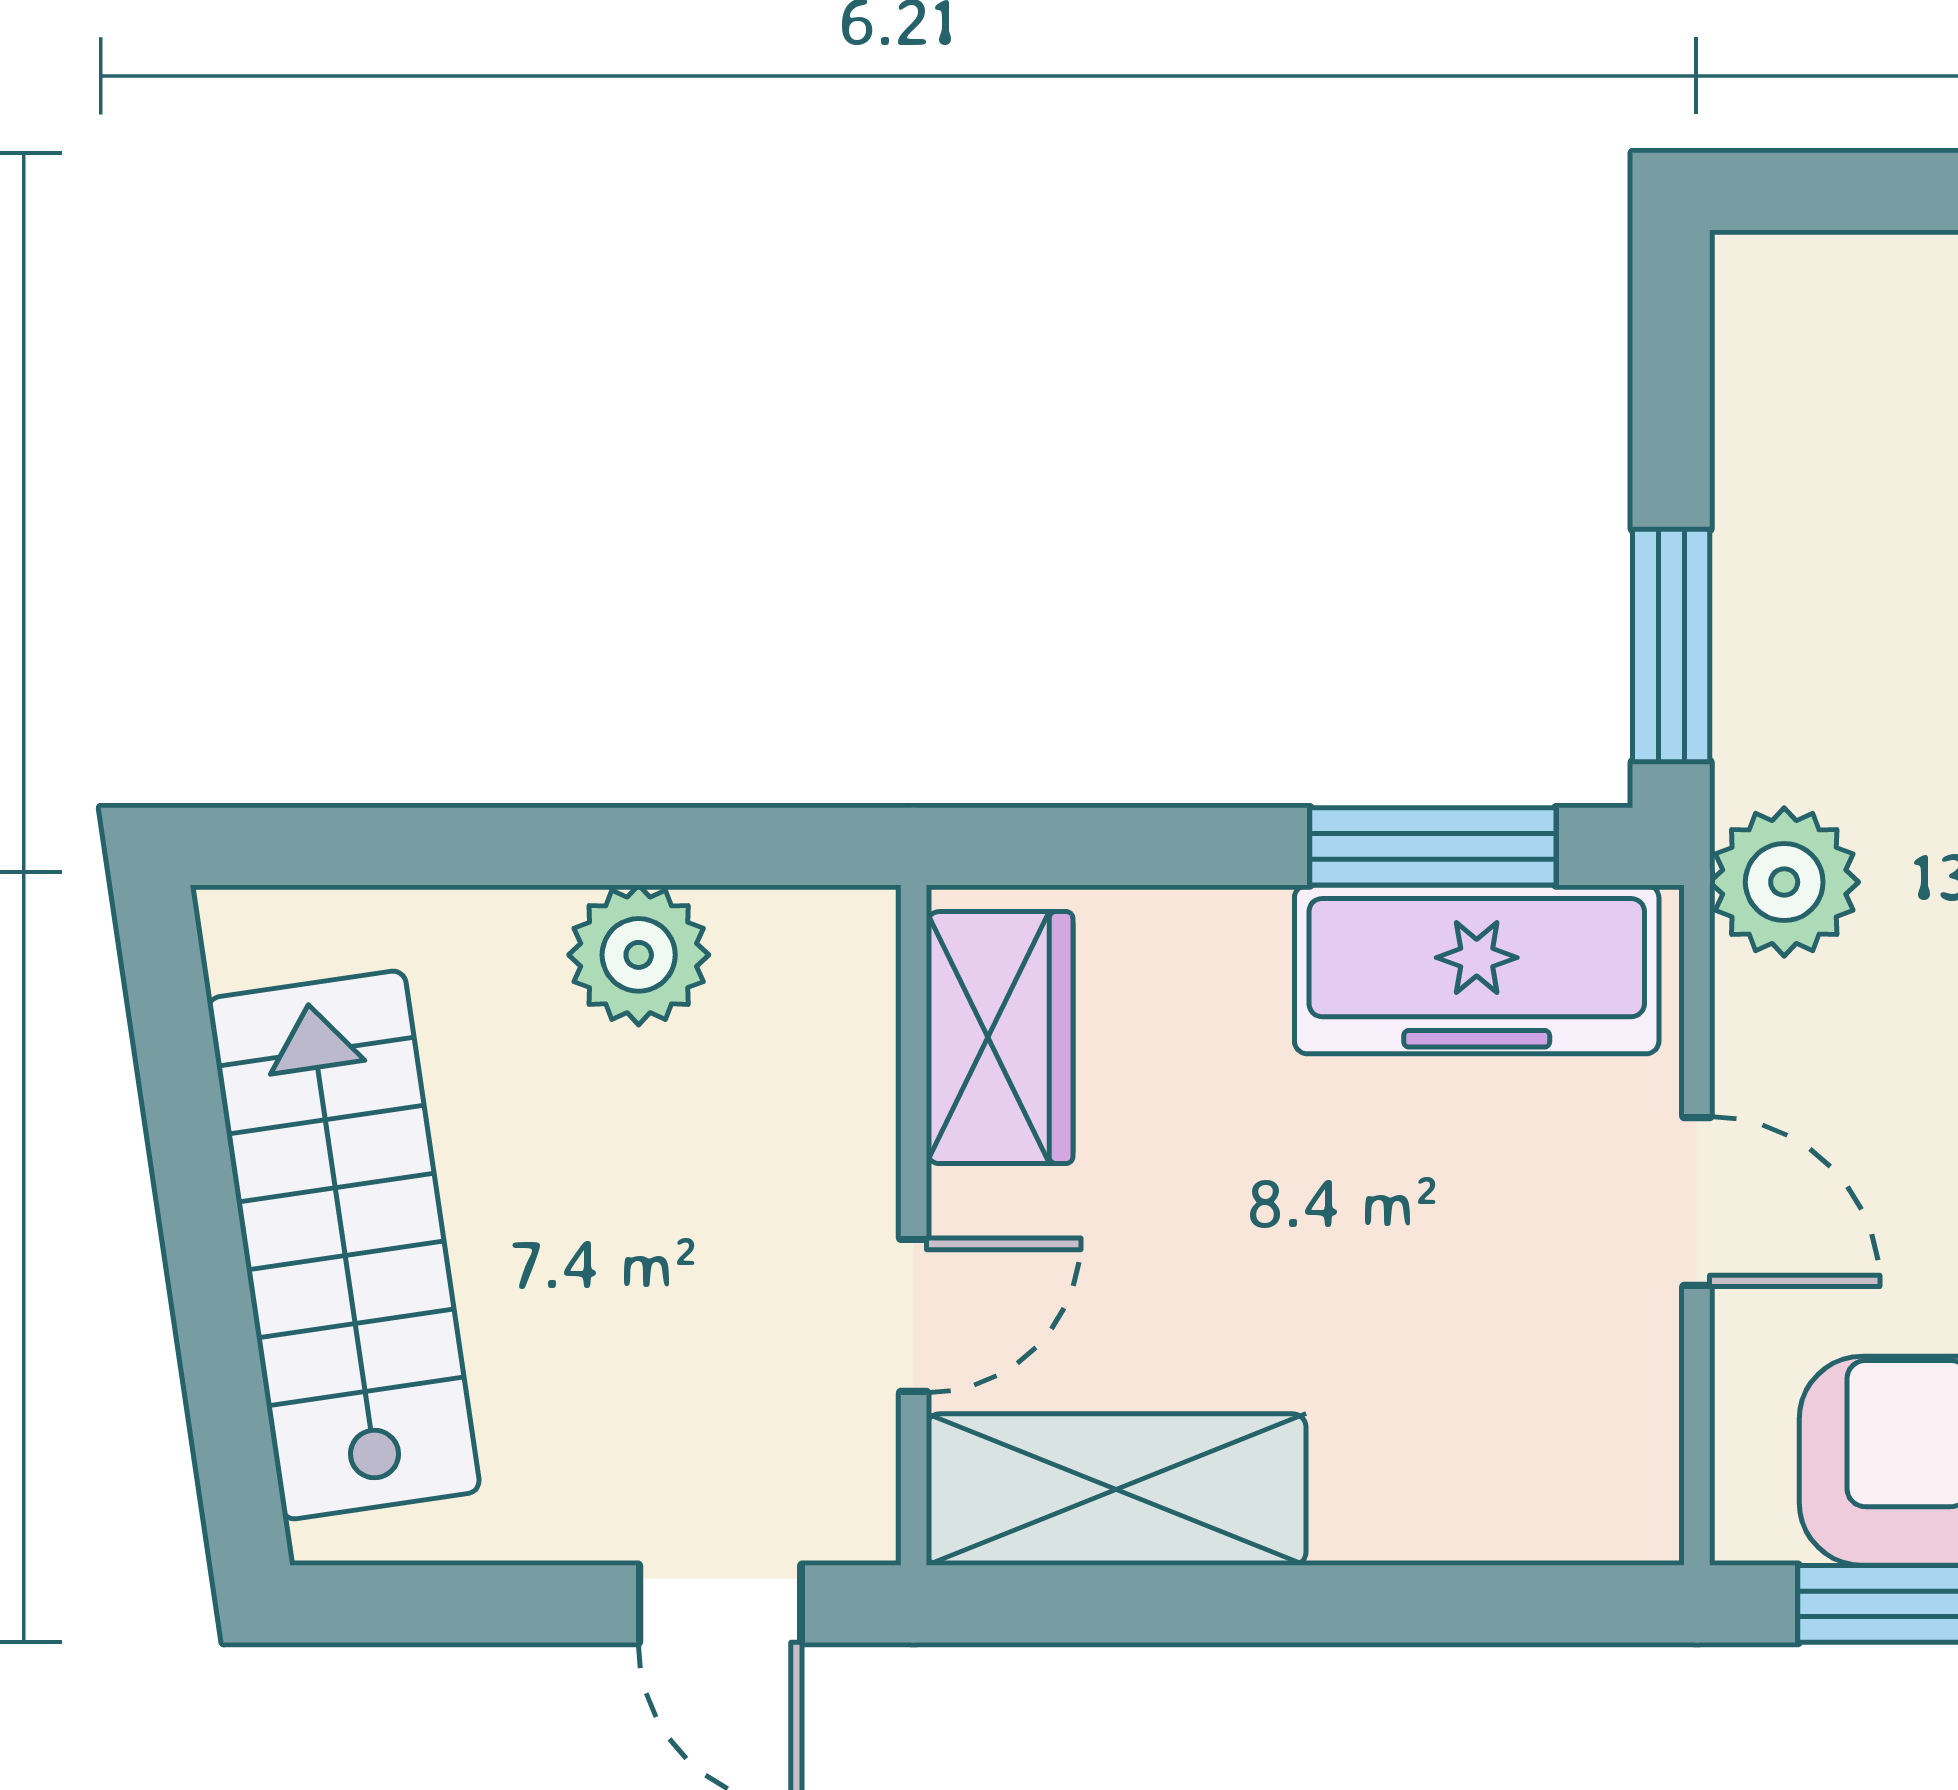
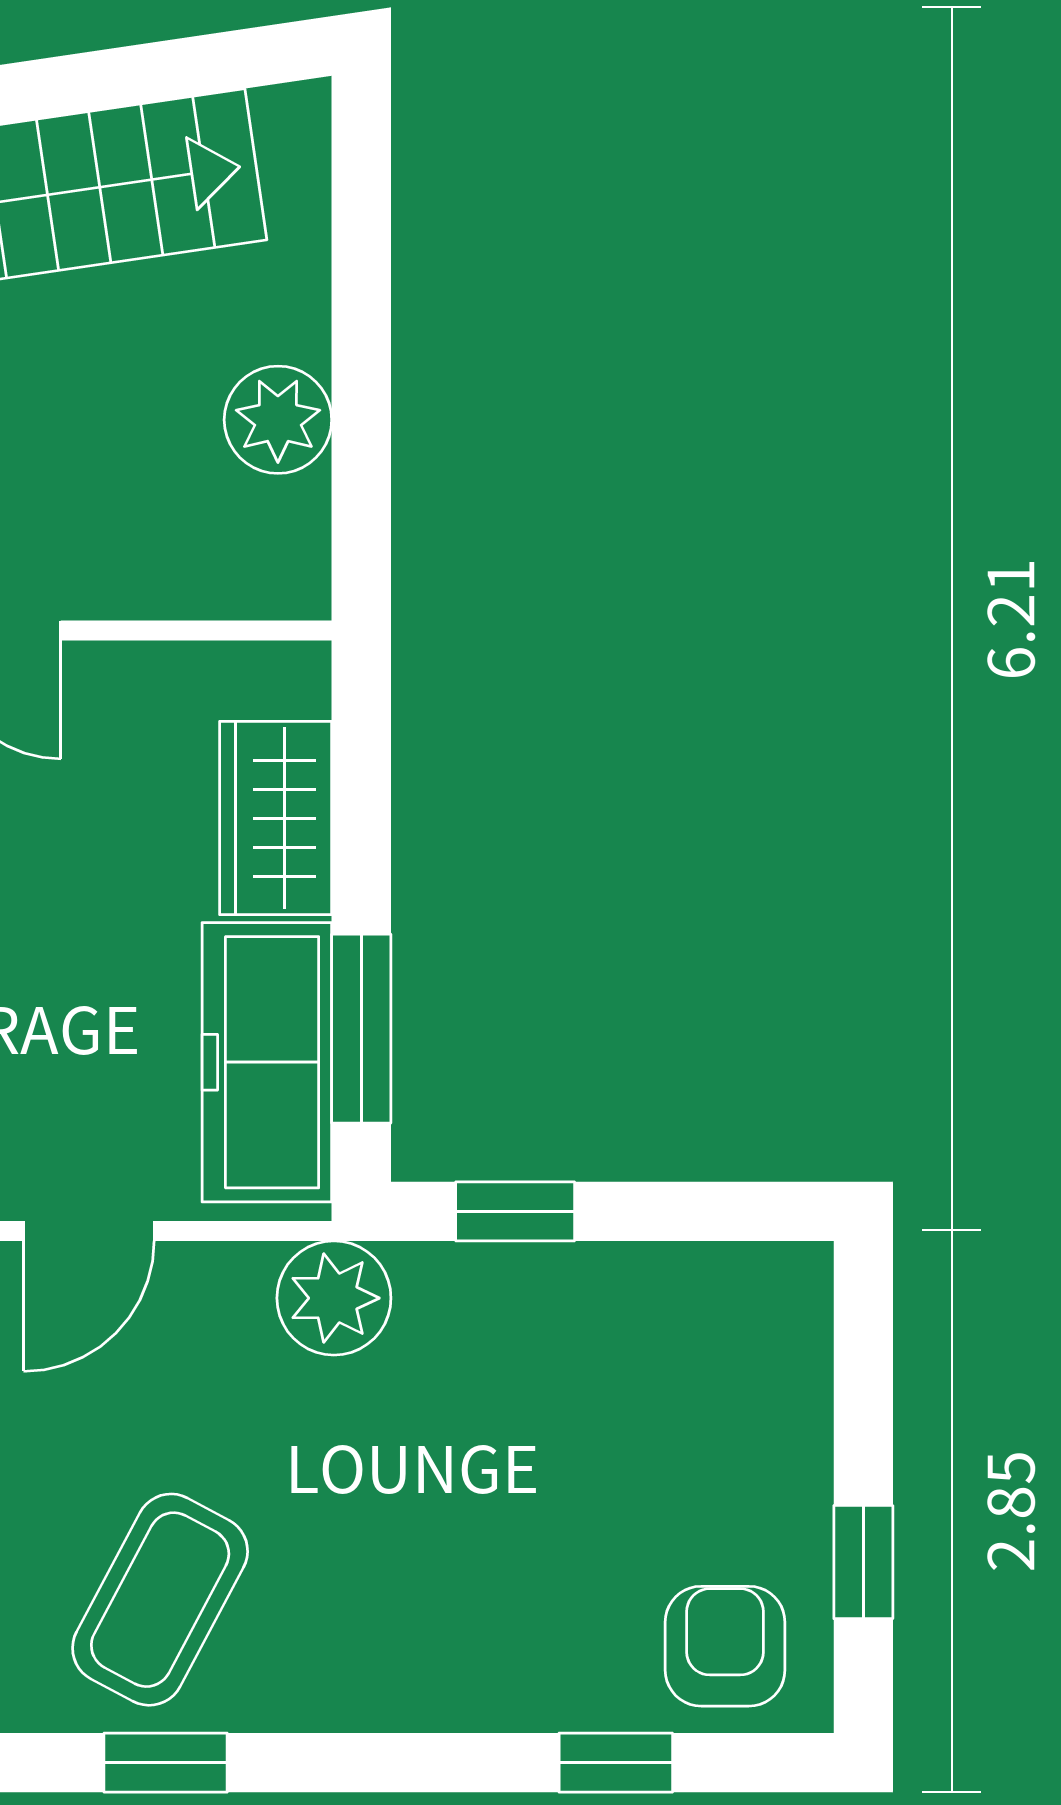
window: (1671, 646) -> (515, 1211), width x0.67
wardrobe: (1000, 1038) -> (276, 818), moved, turned 90

